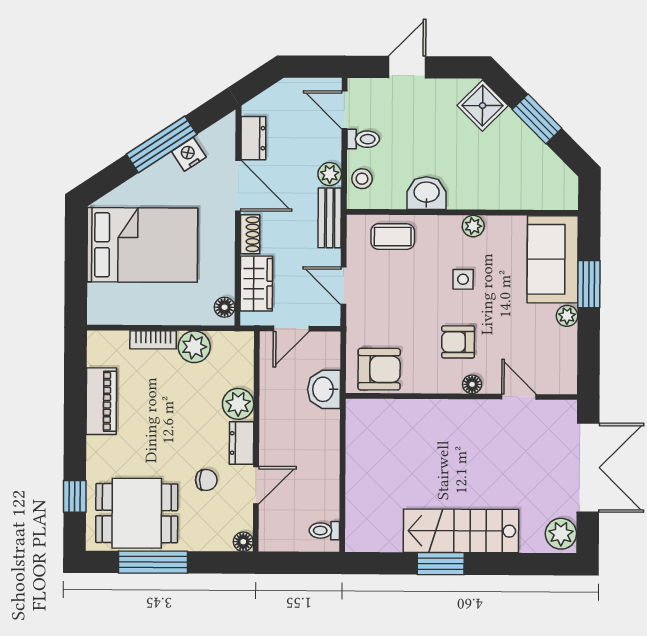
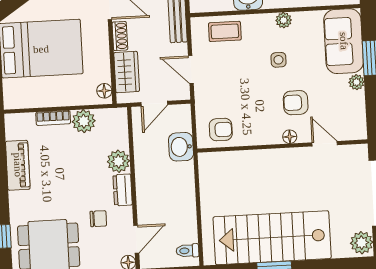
armchair: (458, 342) -> (296, 103), moved
armchair: (379, 369) -> (221, 130), width x0.72, depth x0.72
door: (256, 485) -> (136, 239), moved
stairs: (461, 531) -> (272, 238), width x1.36, depth x1.51

